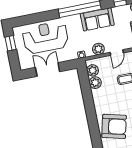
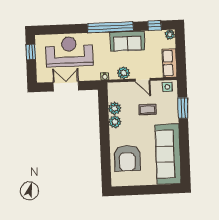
door: (117, 53) -> (143, 80), hinge flipped
plant: (93, 70) -> (115, 122), moved
armchair: (114, 126) -> (127, 158), turned 76

